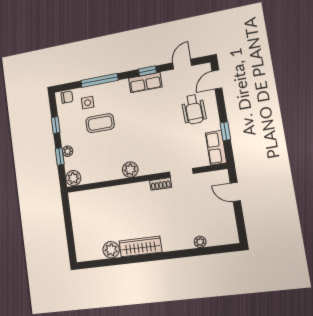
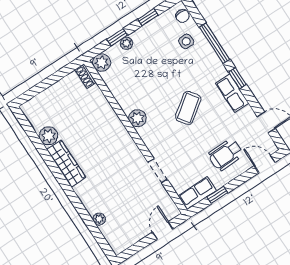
window: (148, 71) -> (237, 78), moved
coffee table: (100, 123) -> (188, 108), moved, turned 54
shoe rack: (161, 184) -> (86, 76), moved

